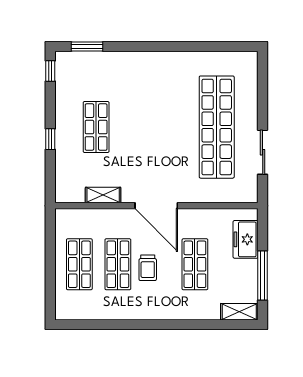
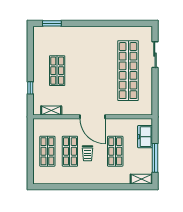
window: (50, 71) -> (30, 38), removed
window: (50, 139) -> (30, 88), moved
sliding door: (263, 152) -> (155, 55), moved
shelving: (103, 195) -> (51, 111), moved

